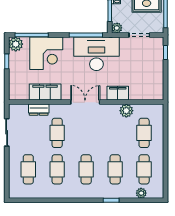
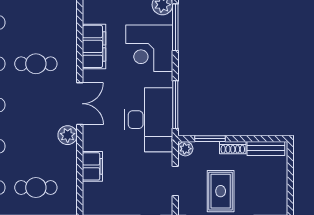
filing cabinet: (118, 93) -> (92, 166), moved
dresser: (39, 110) -> (69, 37), removed
plant: (126, 111) -> (68, 135), moved

